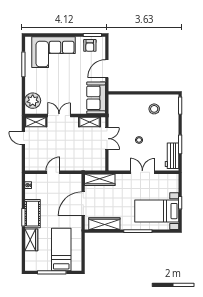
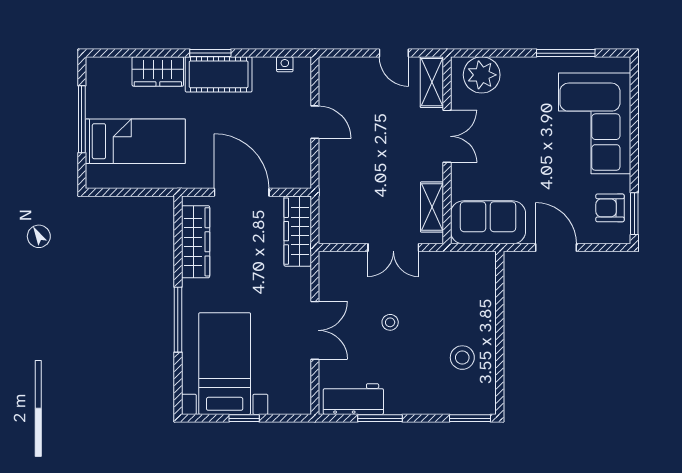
door: (23, 138) -> (394, 53), swing flipped

